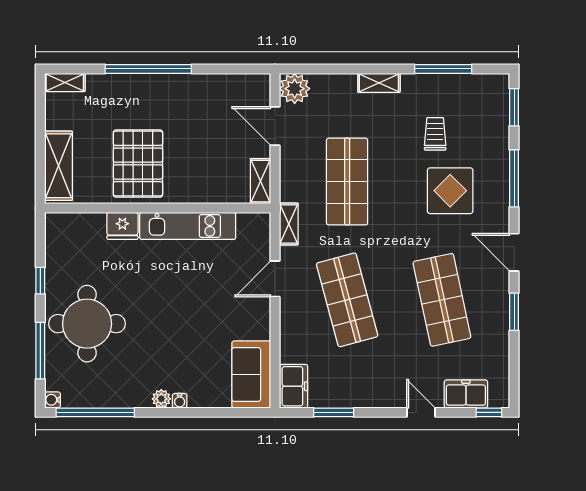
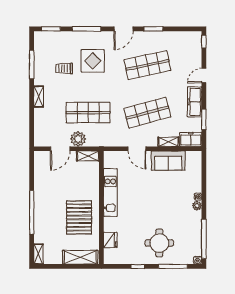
plant: (295, 89) -> (78, 139), moved
pallet: (138, 164) -> (79, 217), turned 90
shelving: (289, 224) -> (168, 142), moved
fridge: (122, 226) -> (110, 240), moved
round table: (87, 324) -> (159, 243), width x0.73, depth x0.73
sofa: (251, 374) -> (168, 161), moved
freezer: (466, 394) -> (195, 102), moved, width x1.40

